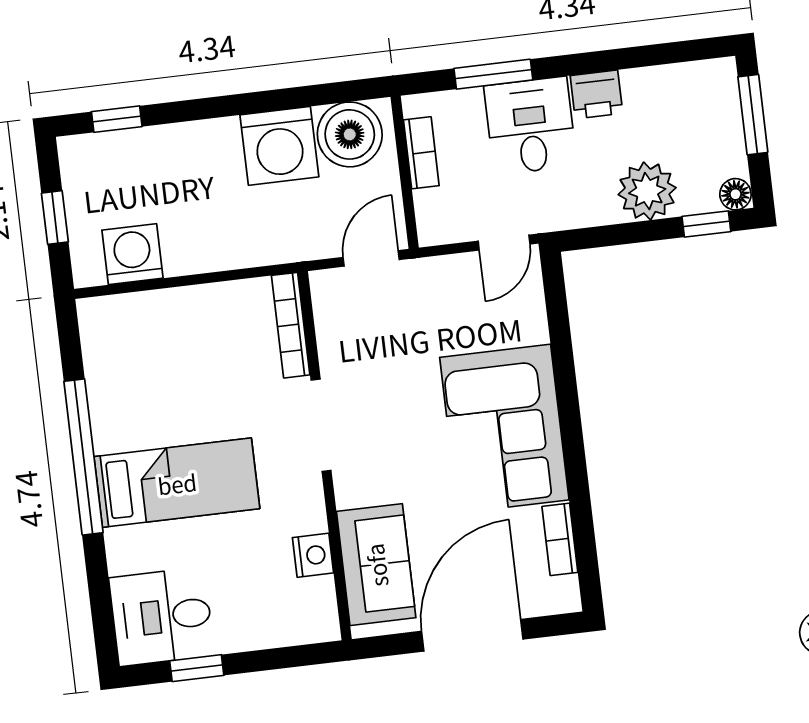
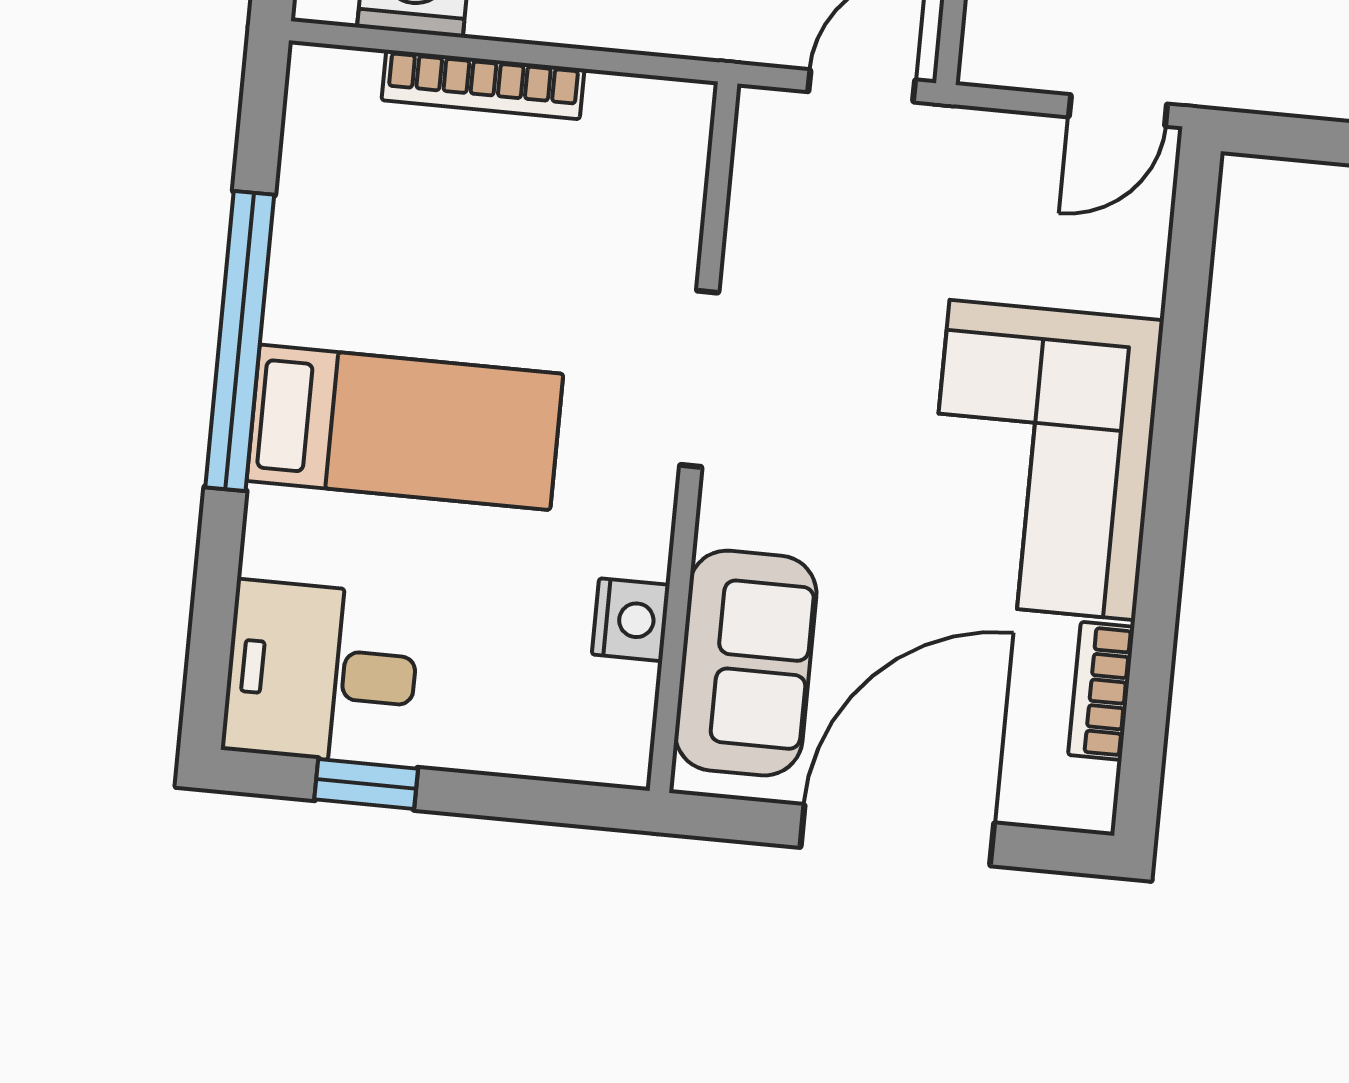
bookcase: (291, 325) -> (483, 85), moved, turned -90

